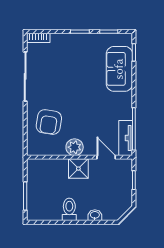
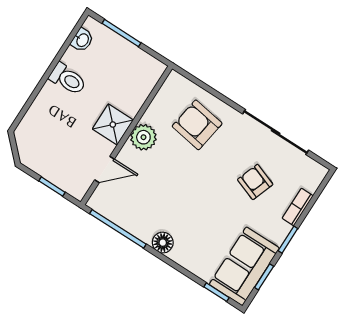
bookcase: (38, 38) -> (298, 207), moved
sofa: (119, 69) -> (244, 266), moved, turned -90
armchair: (60, 70) -> (255, 182), added
floor lamp: (126, 99) -> (163, 243), added
tv unit: (126, 138) -> (113, 211), removed
washbasin: (95, 215) -> (82, 40), moved

